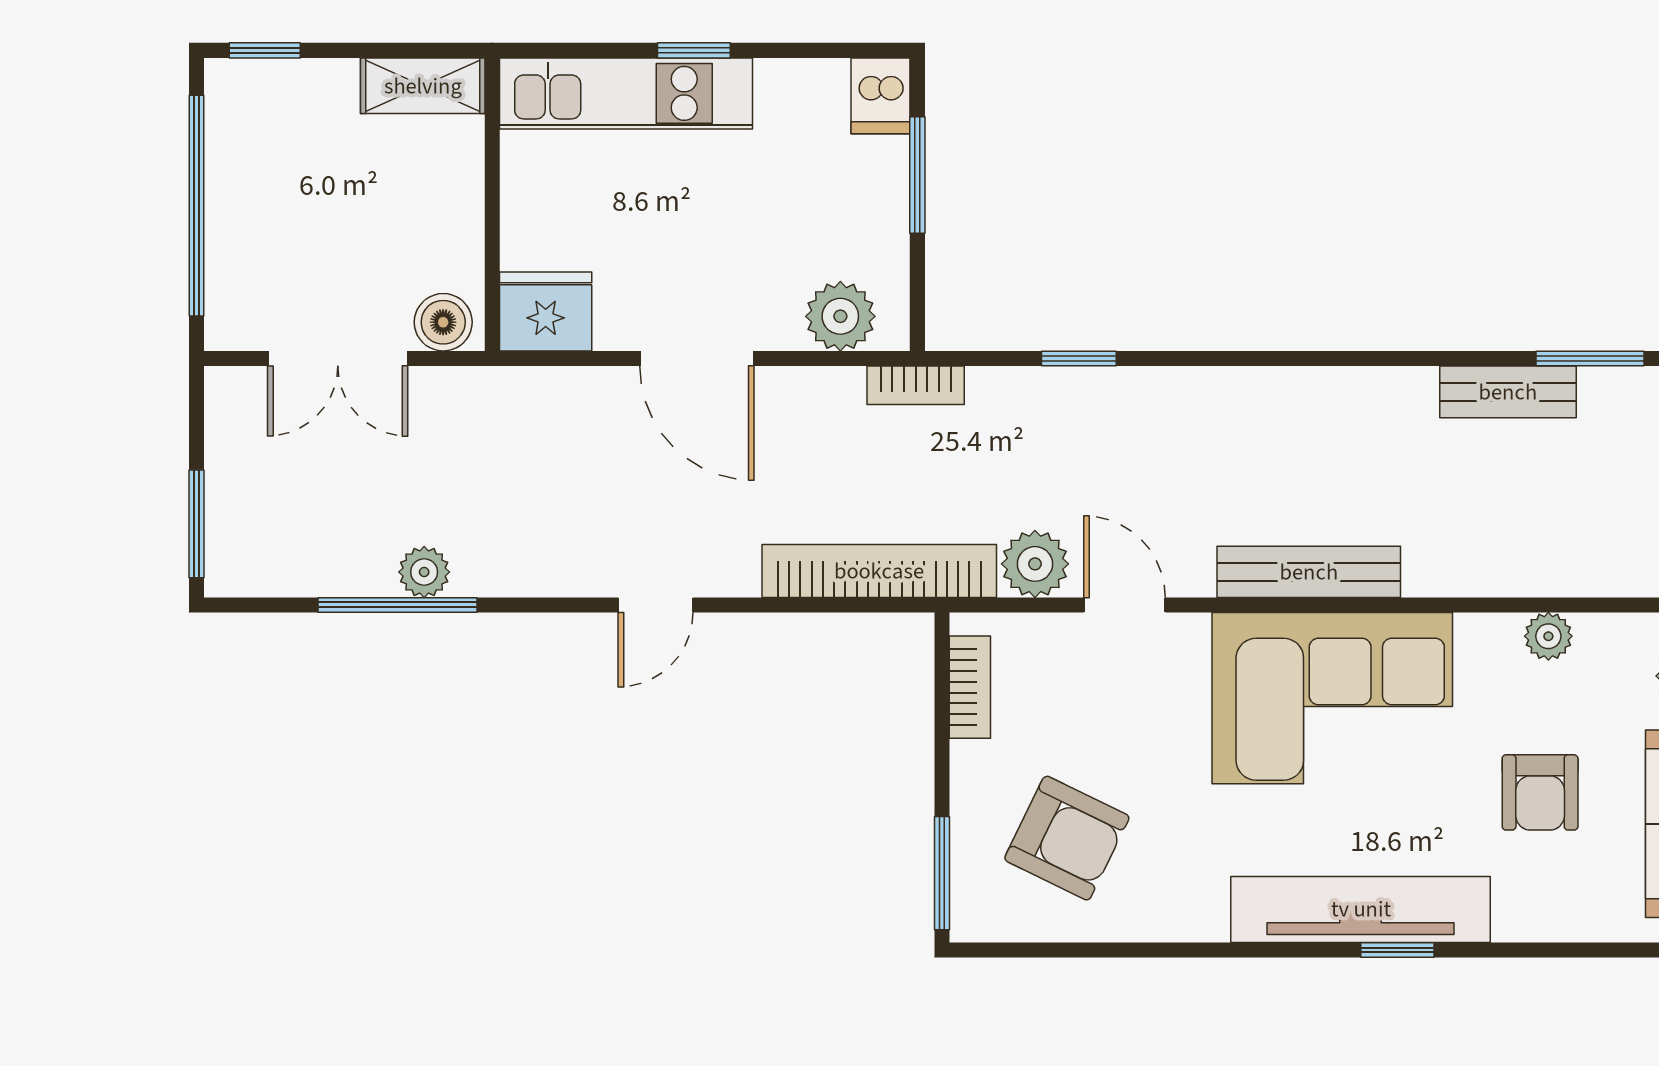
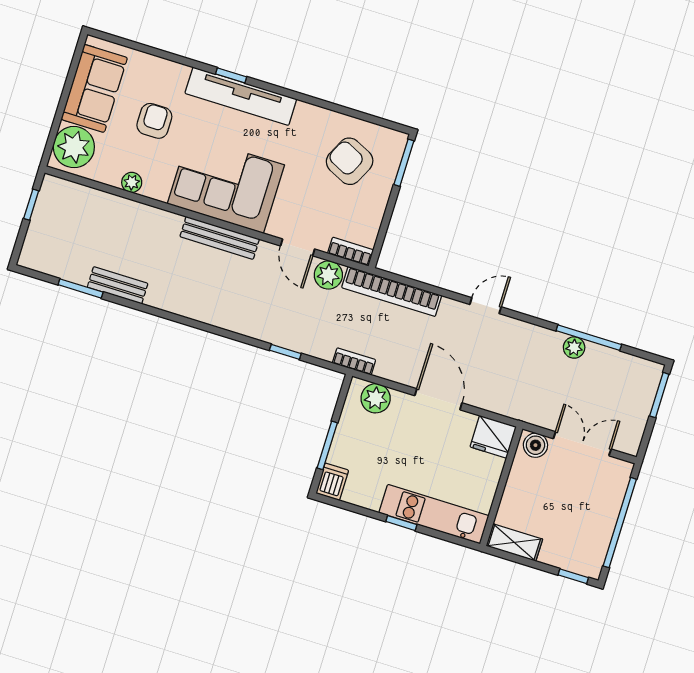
bookcase: (970, 687) -> (350, 252), moved, turned 90

